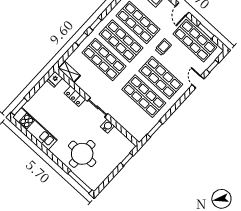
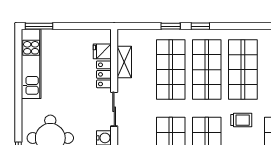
shelving: (69, 72) -> (124, 62), moved
fridge: (55, 79) -> (102, 51), moved

